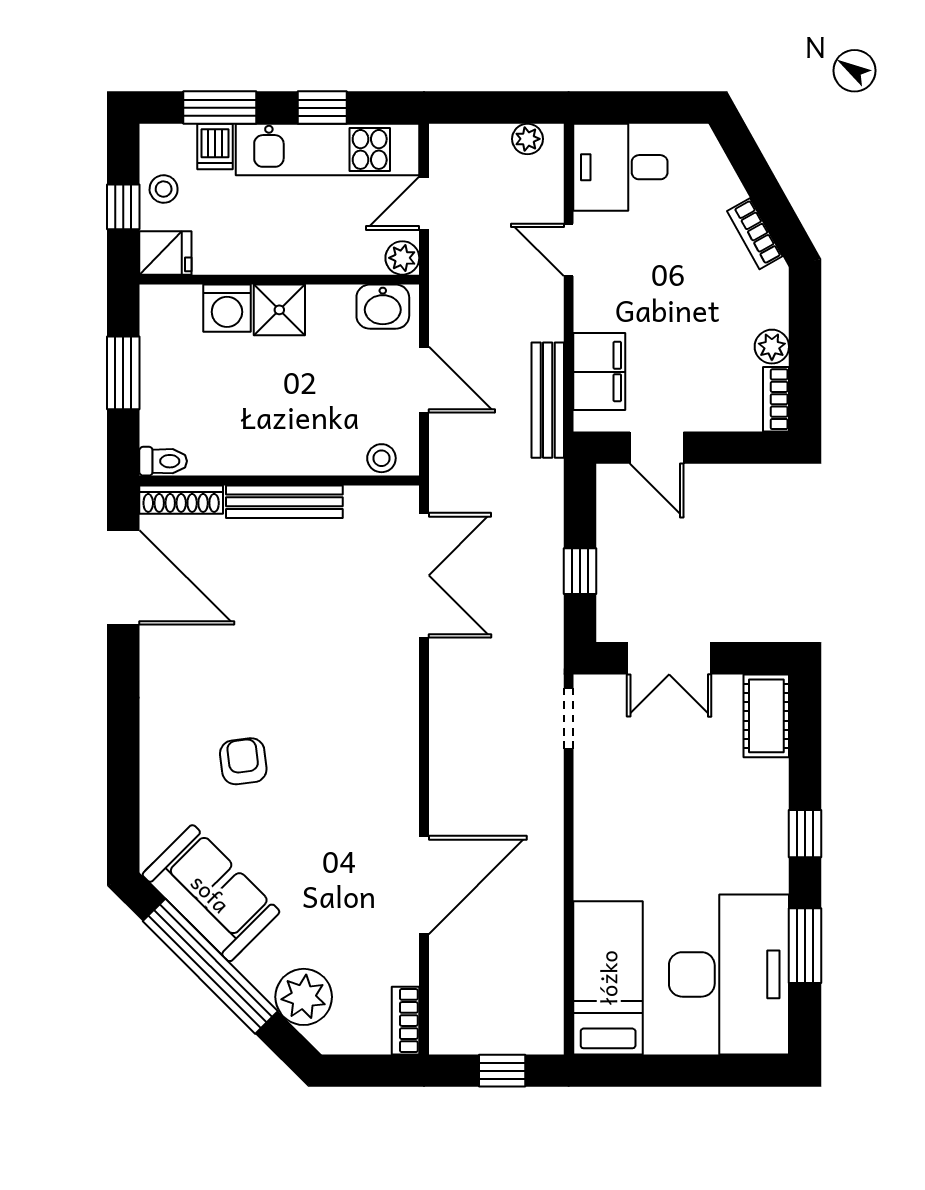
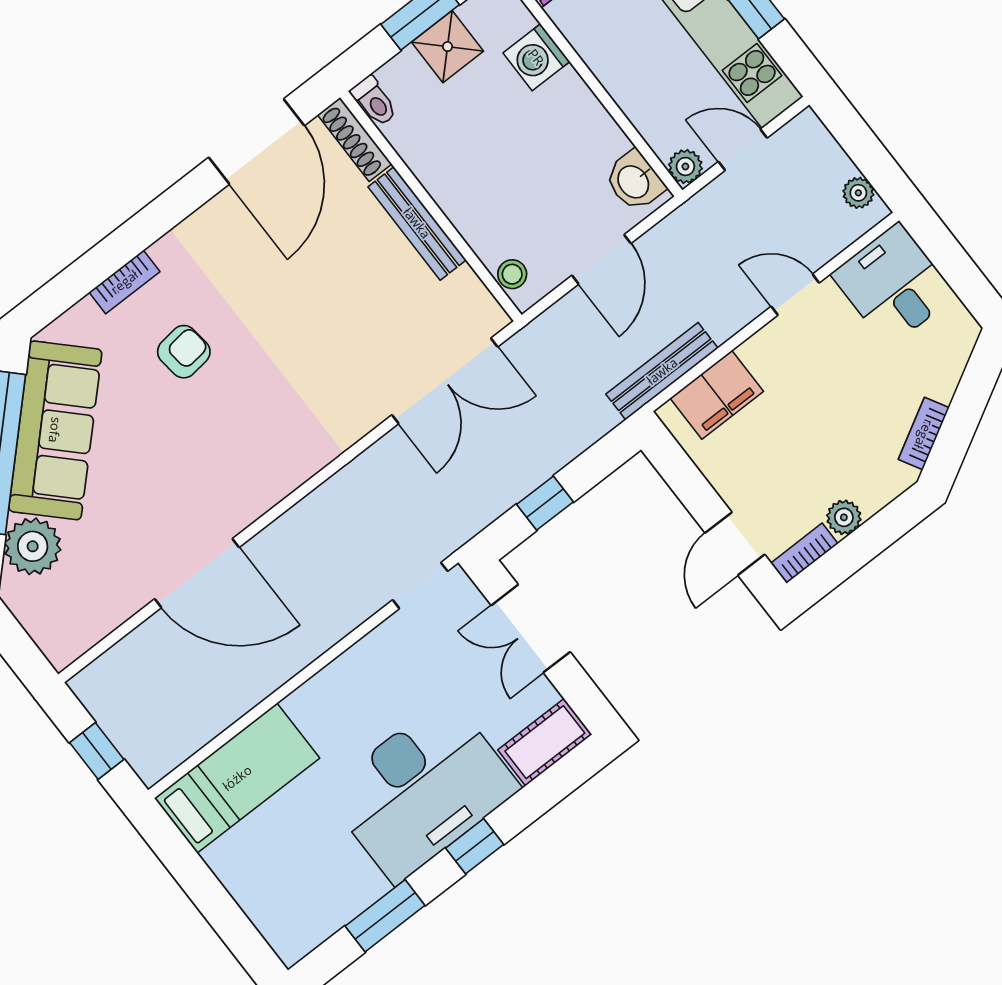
door: (569, 250) -> (795, 295), hinge flipped
shower: (279, 310) -> (447, 47), moved
door: (657, 448) -> (735, 544), moved
sofa: (211, 893) -> (55, 430), width x1.36
desk: (729, 974) -> (422, 790), moved
bookcase: (406, 1021) -> (124, 282), moved, turned 180

